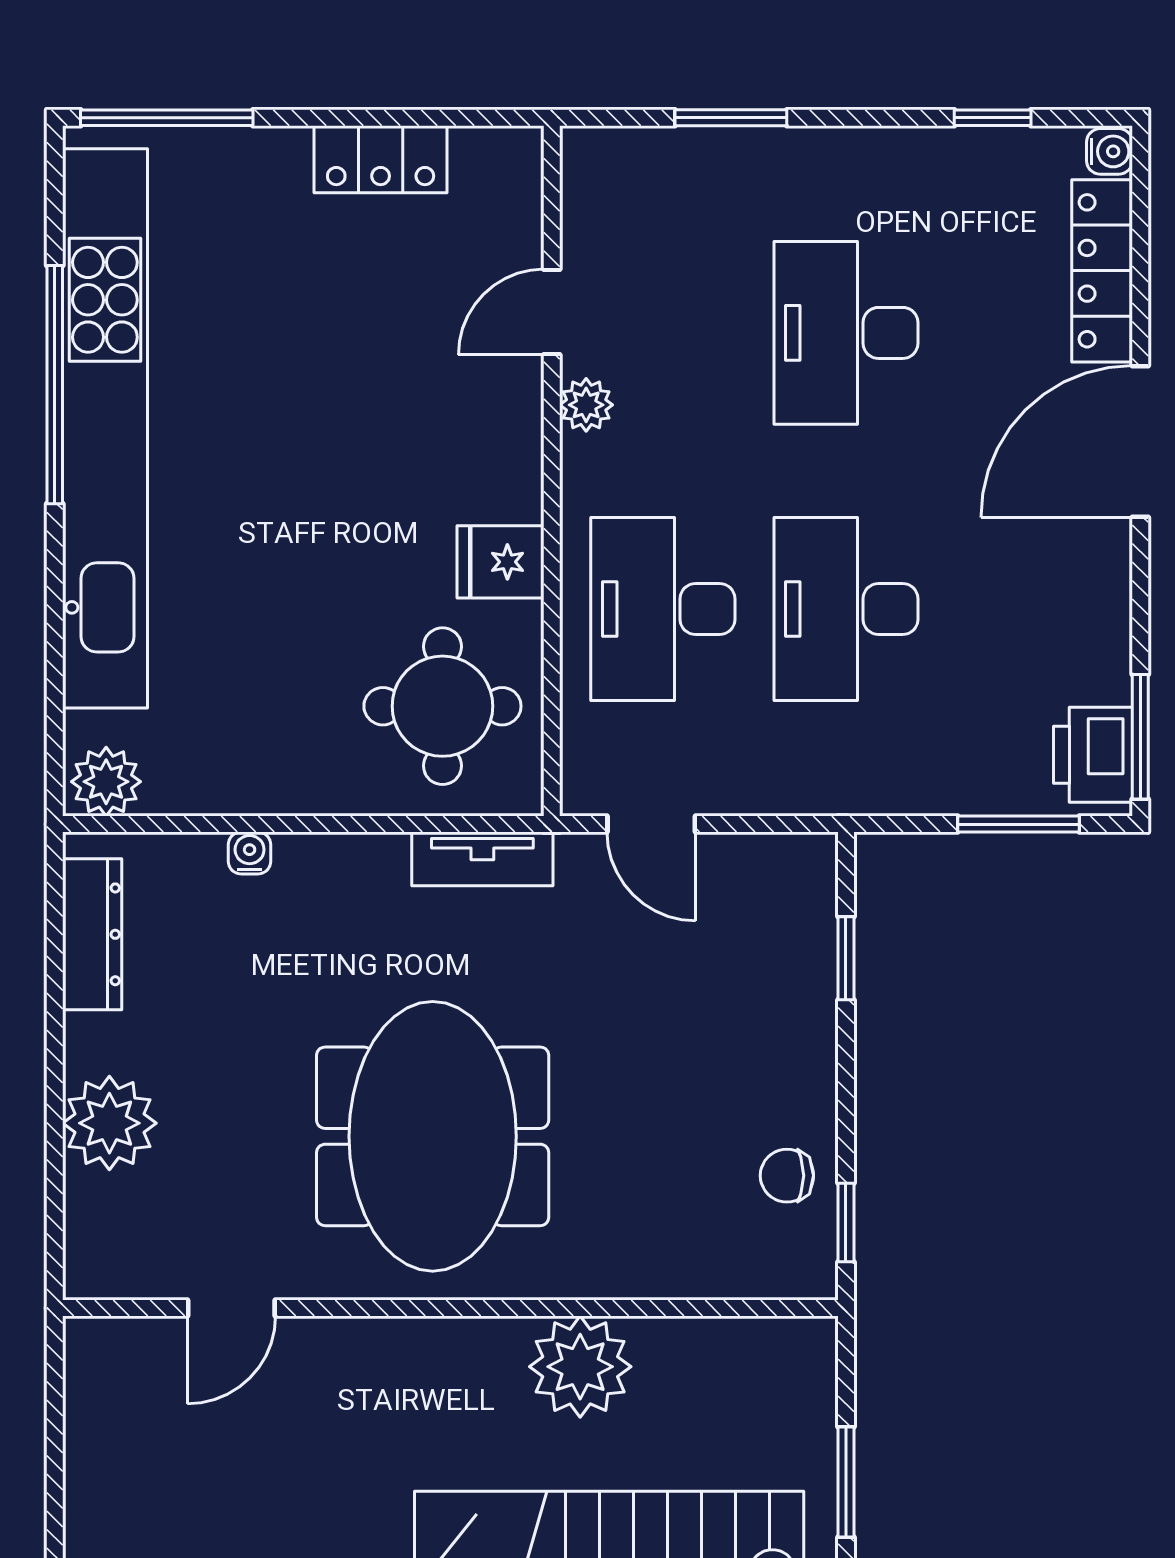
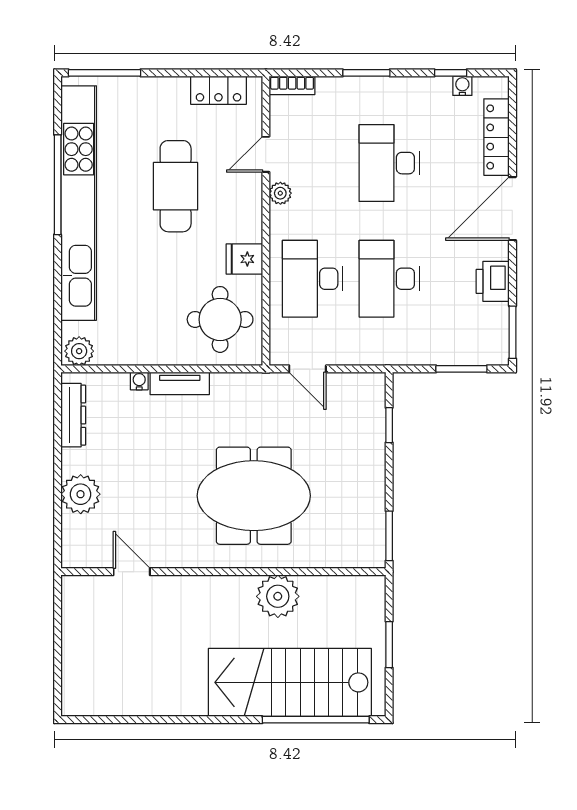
window: (731, 118) -> (366, 73), moved
bookcase: (614, 148) -> (292, 85), added
water cooler: (1110, 151) -> (462, 86), moved, turned -90
locker: (381, 159) -> (218, 90), moved
cafe table: (336, 388) -> (176, 186), added
printer: (1093, 755) -> (493, 281), moved
tv unit: (482, 859) -> (180, 383), moved
meeting table: (433, 1136) -> (254, 496), moved, turned 90
chair: (787, 1176) -> (364, 516), removed
window: (846, 1223) -> (389, 536), width x1.50
door: (231, 1308) -> (132, 572), swing flipped

